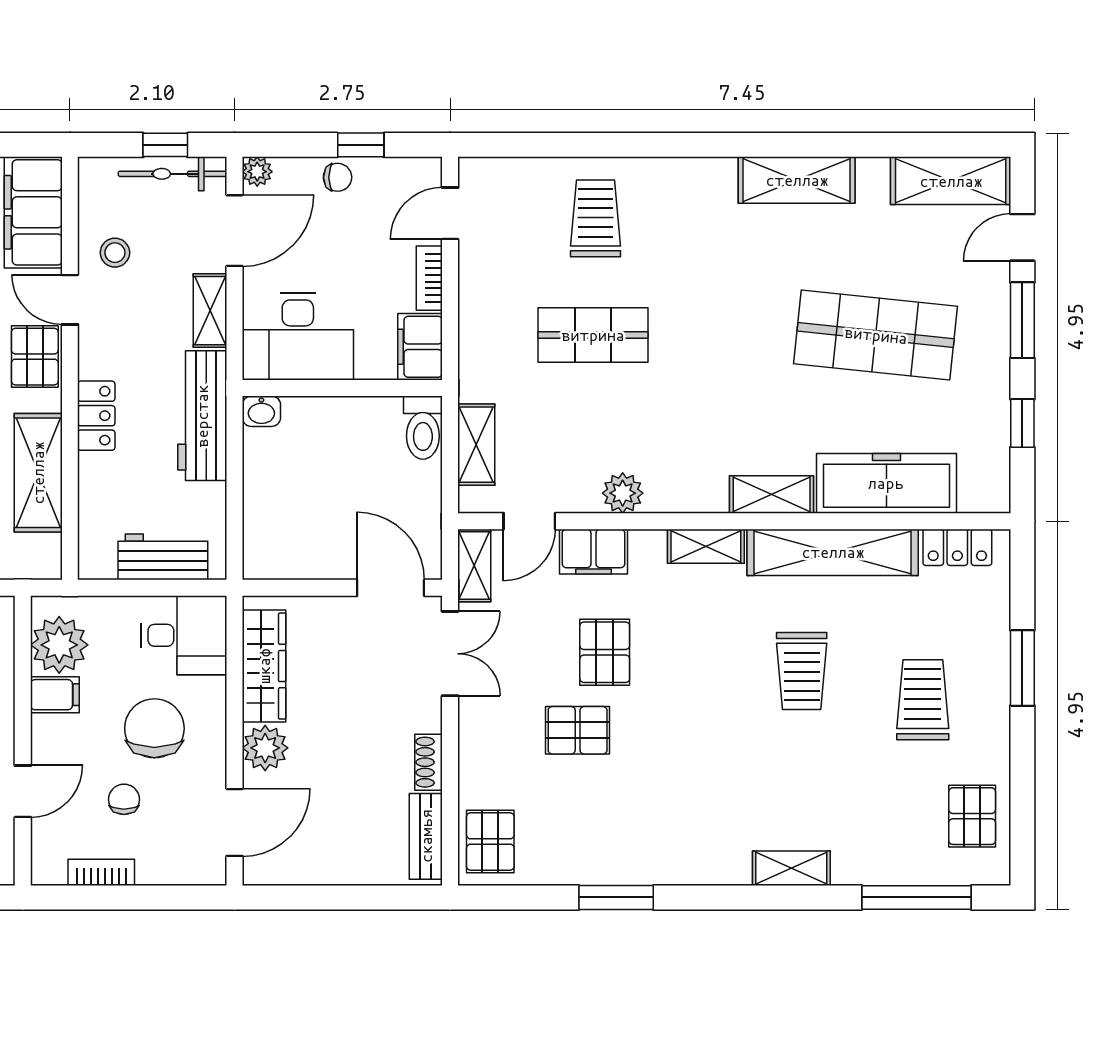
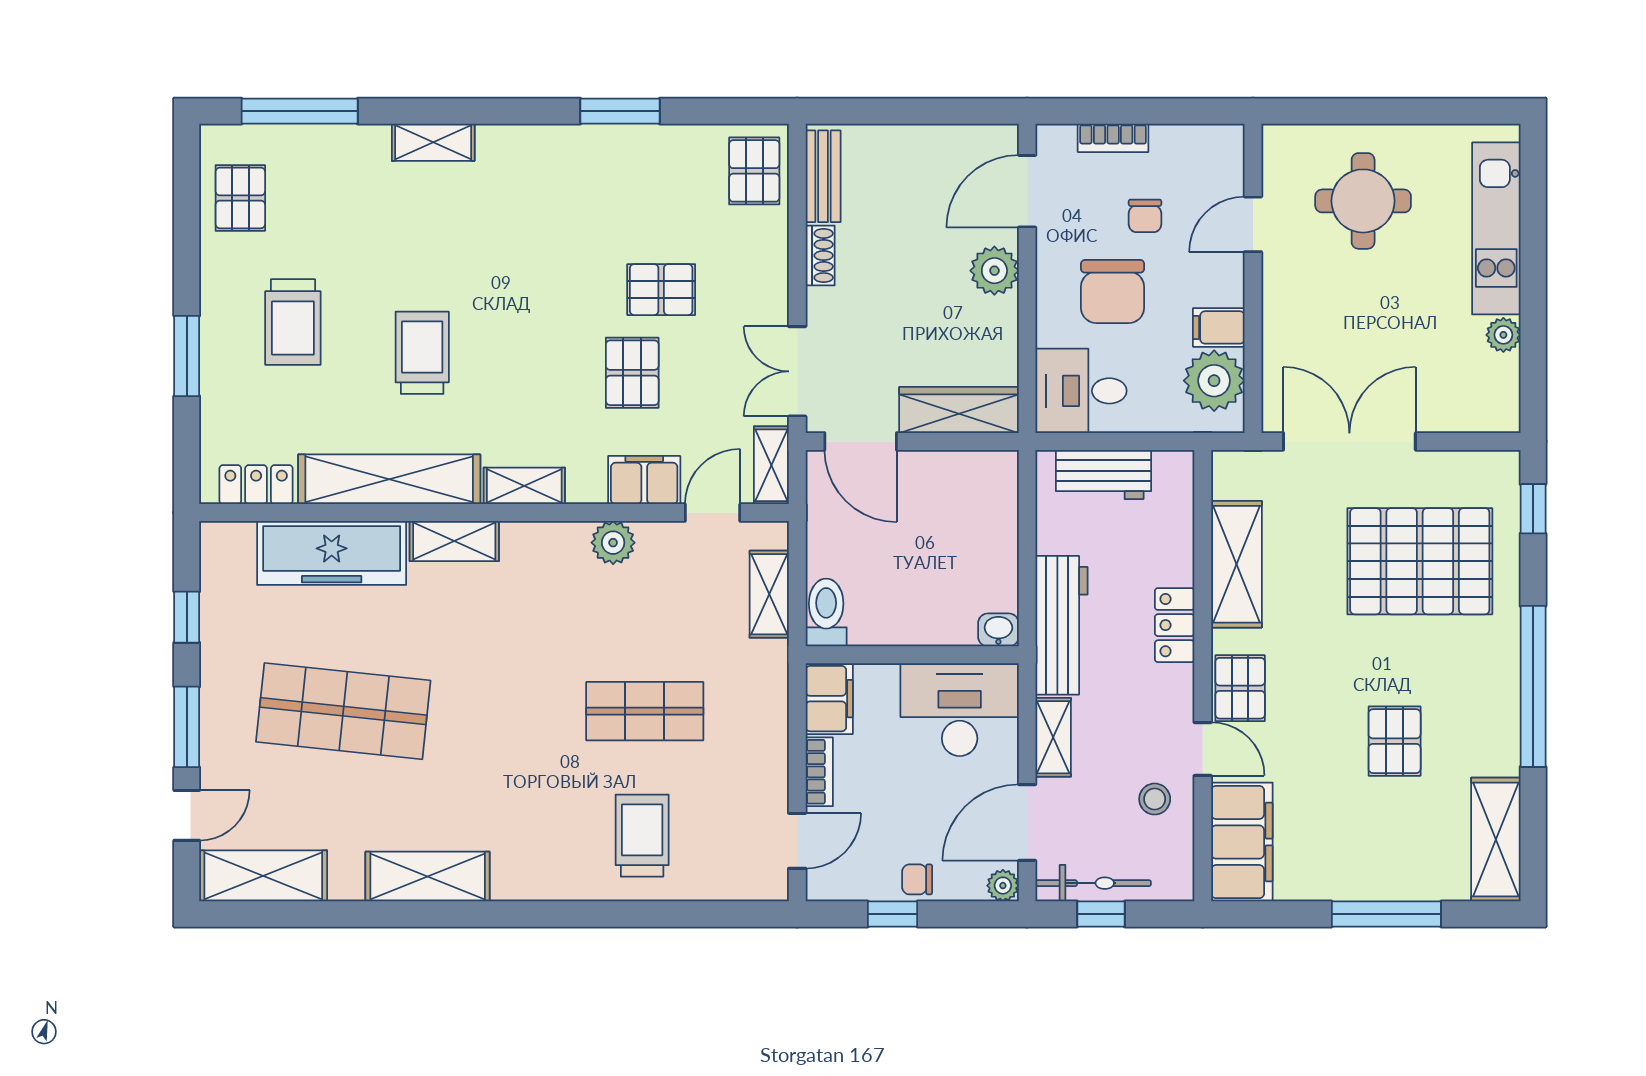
trolley: (595, 218) -> (642, 836), turned 180
wardrobe: (264, 666) -> (959, 410), moved, turned 90
bookcase: (101, 872) -> (1113, 138), moved

